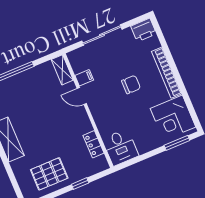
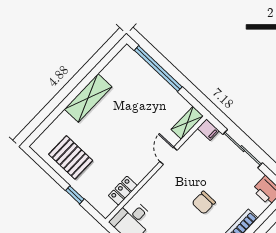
filing cabinet: (84, 78) -> (208, 130), moved
chair: (131, 85) -> (204, 203), turned 90

